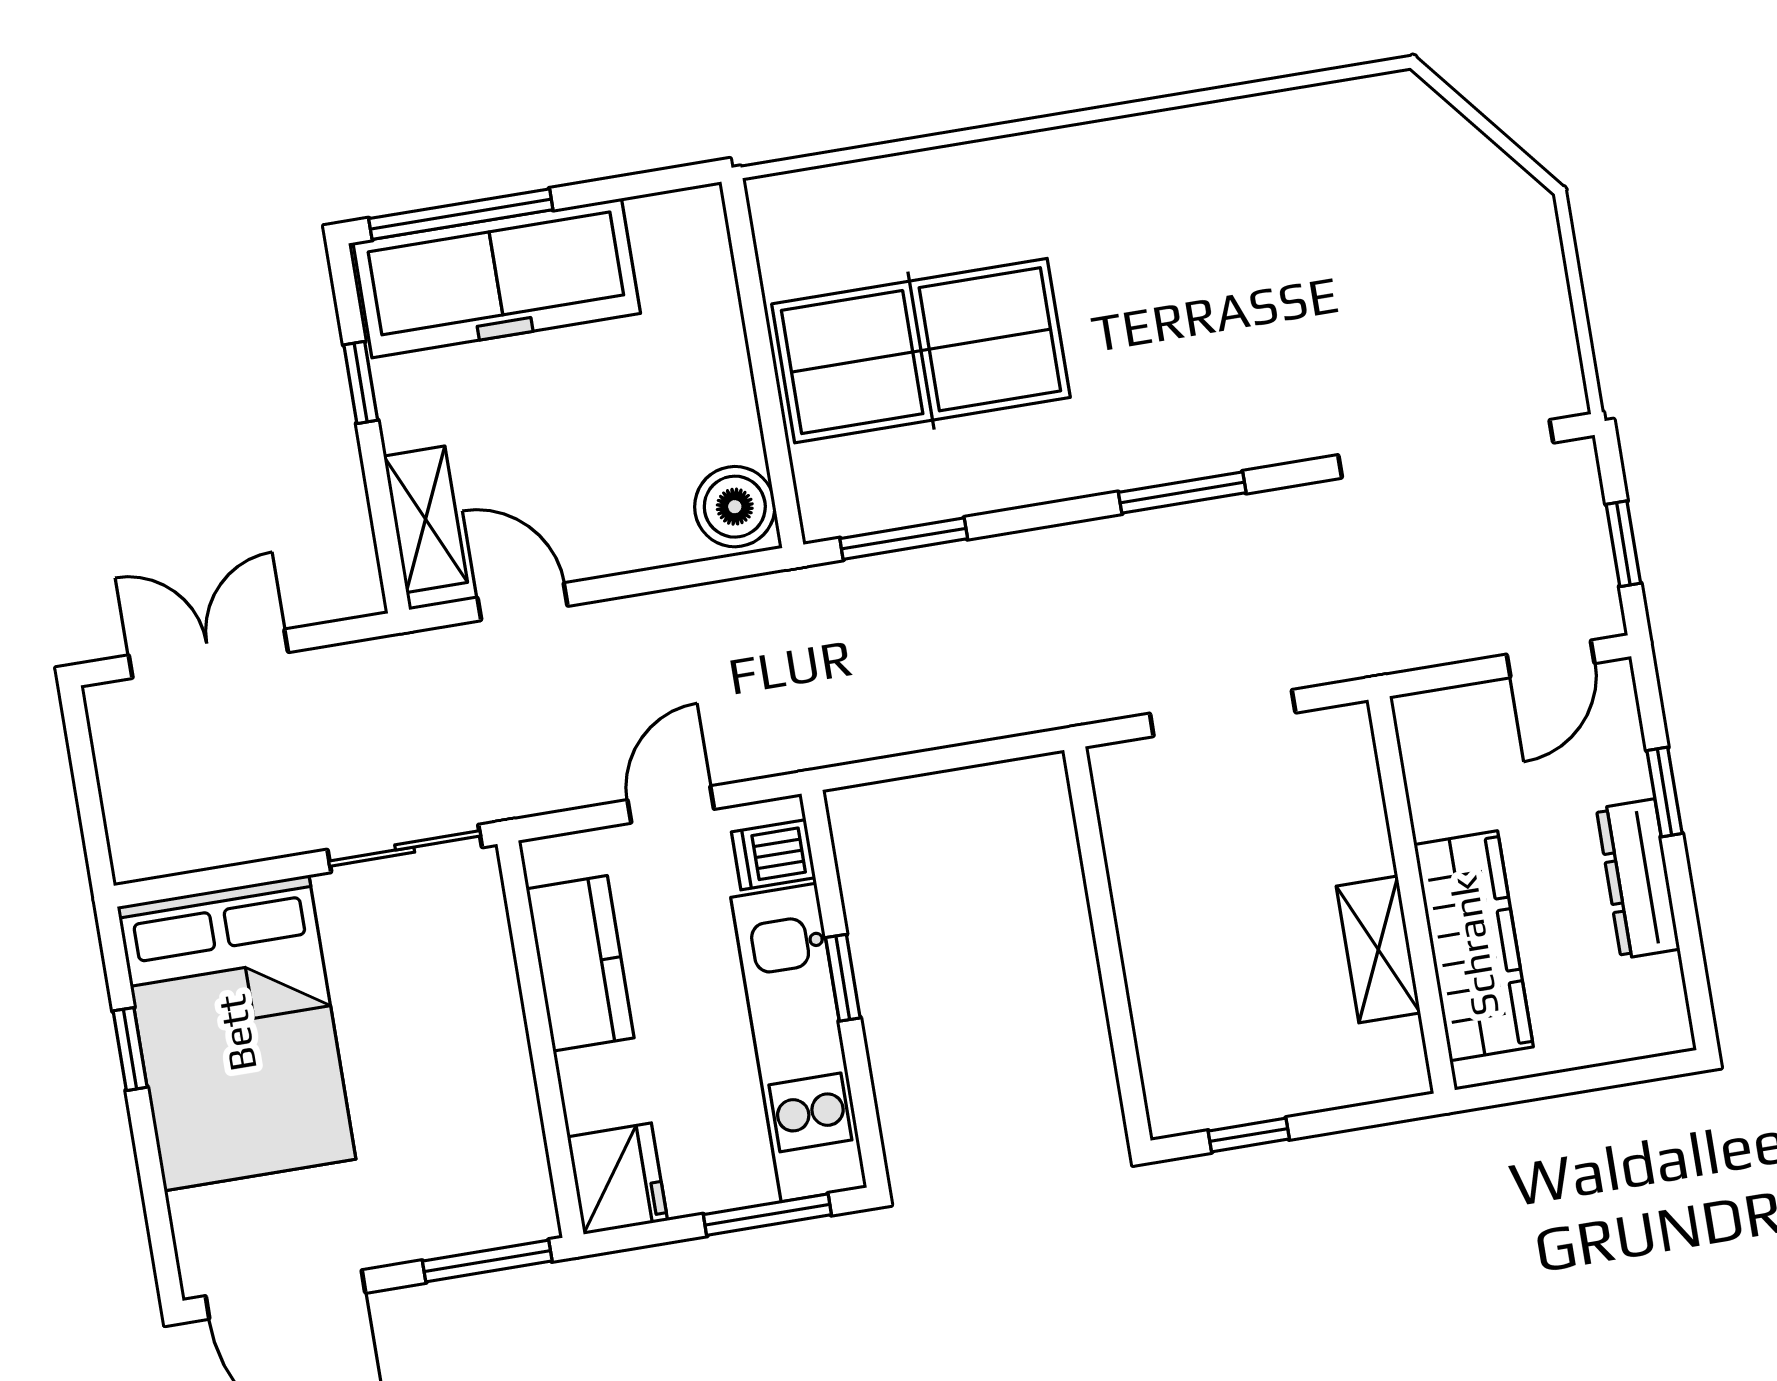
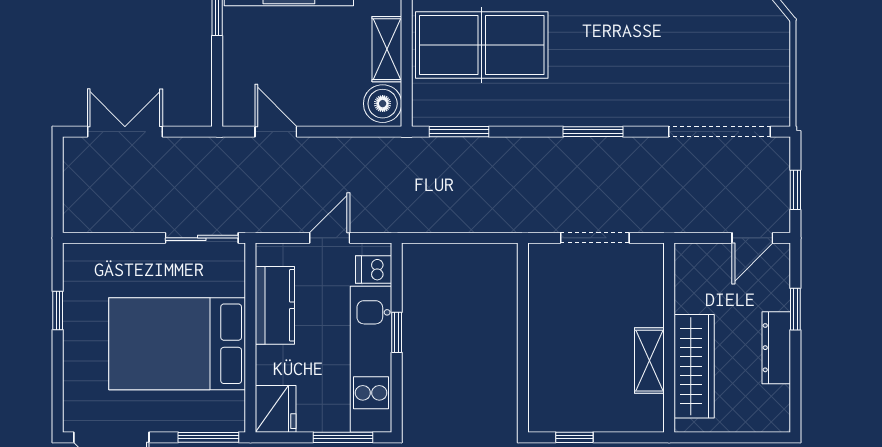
shelving: (426, 519) -> (387, 49), moved
bed: (237, 1033) -> (177, 344), moved, turned 90

